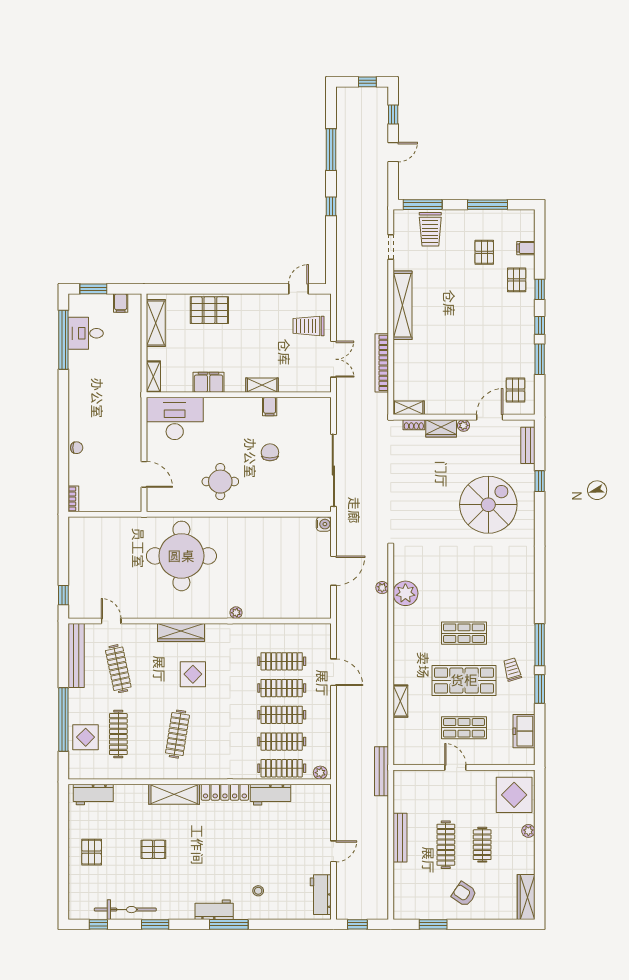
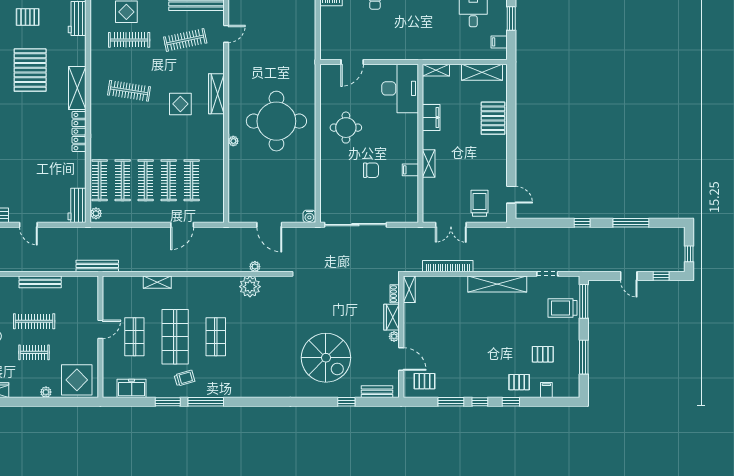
round table: (181, 556) -> (276, 121), moved
workbench: (271, 795) -> (77, 205), moved
pallet: (153, 849) -> (30, 70), width x2.05, depth x2.00

